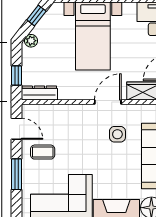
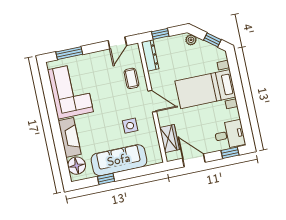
door: (108, 102) -> (152, 101), moved
coffee table: (43, 152) -> (131, 78), moved
window: (16, 174) -> (69, 53), moved

